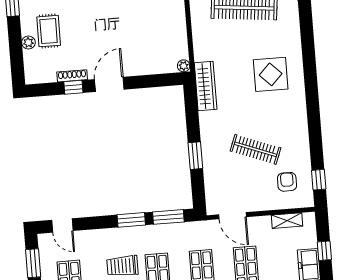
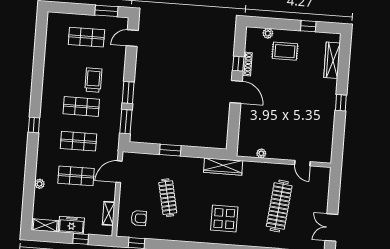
plant: (28, 43) -> (268, 33), moved
plant: (184, 66) -> (261, 153), moved
clothes rail: (256, 149) -> (168, 198), turned -33

